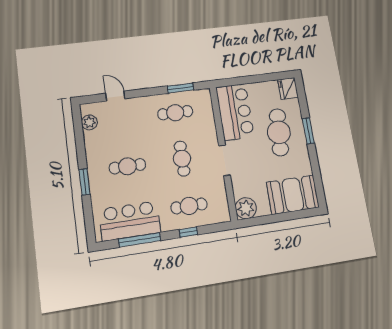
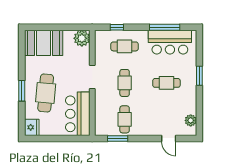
cafe table: (175, 113) -> (125, 119), turned 90
window: (188, 232) -> (117, 27), moved

